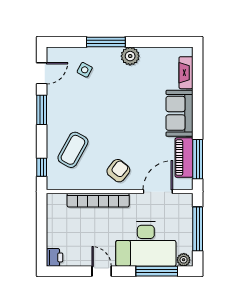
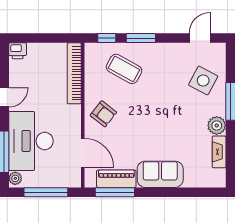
side table: (85, 70) -> (203, 81), width x1.87, depth x1.87
door: (42, 73) -> (200, 38), swing flipped
fireplace: (186, 73) -> (219, 152), moved, turned -90
window: (42, 110) -> (141, 38), moved
bookcase: (98, 200) -> (74, 73), moved

